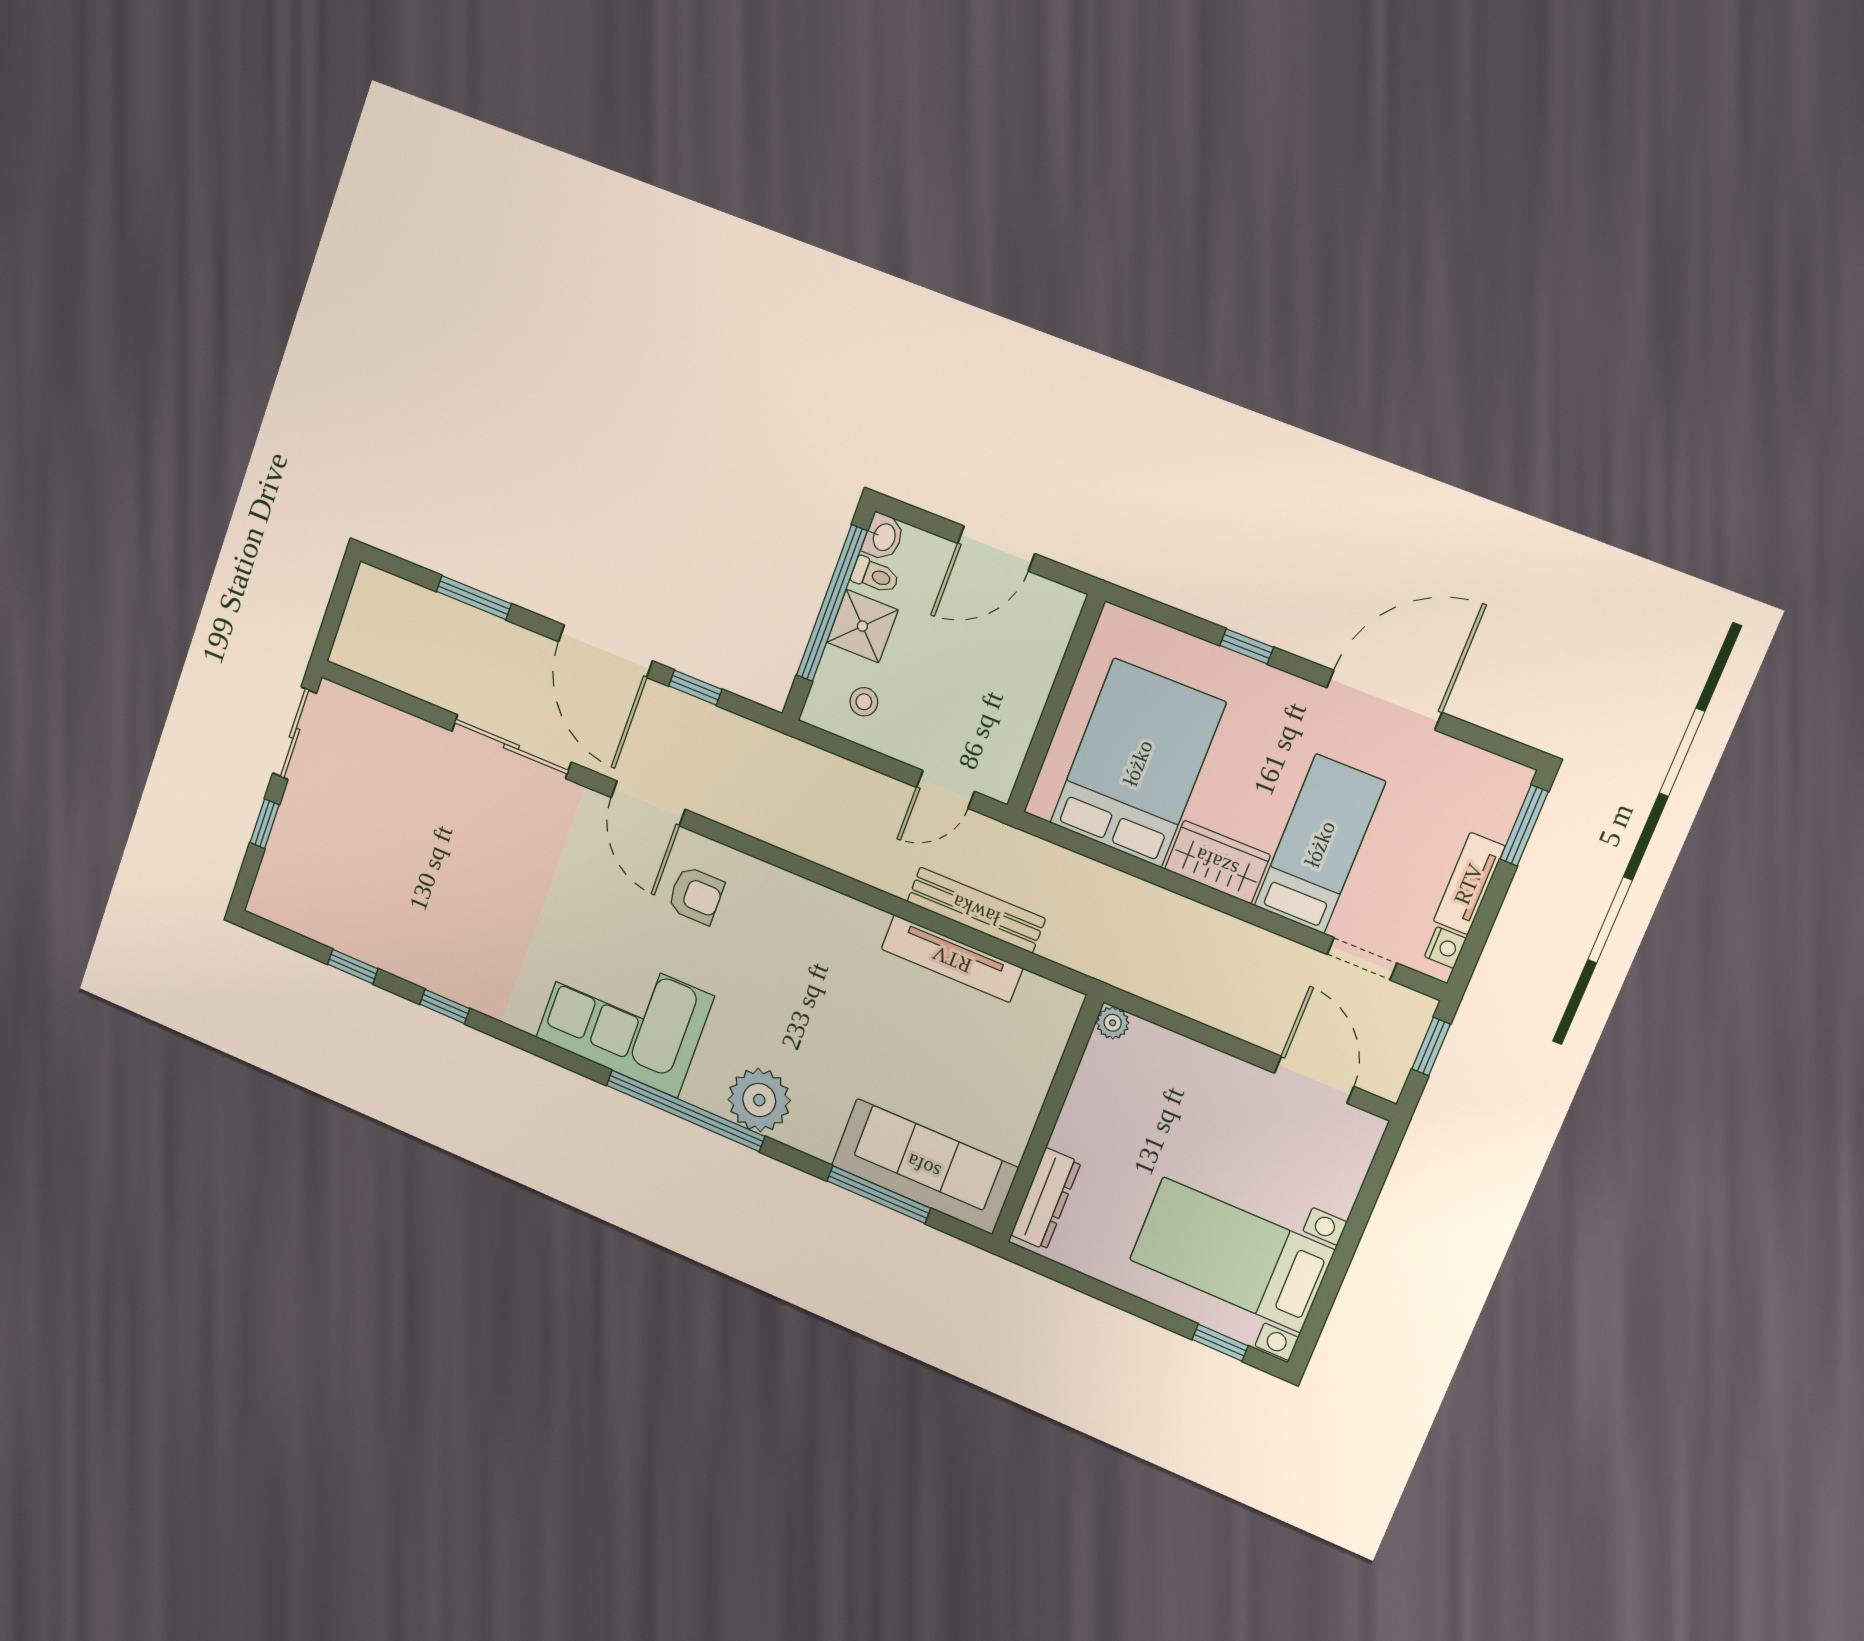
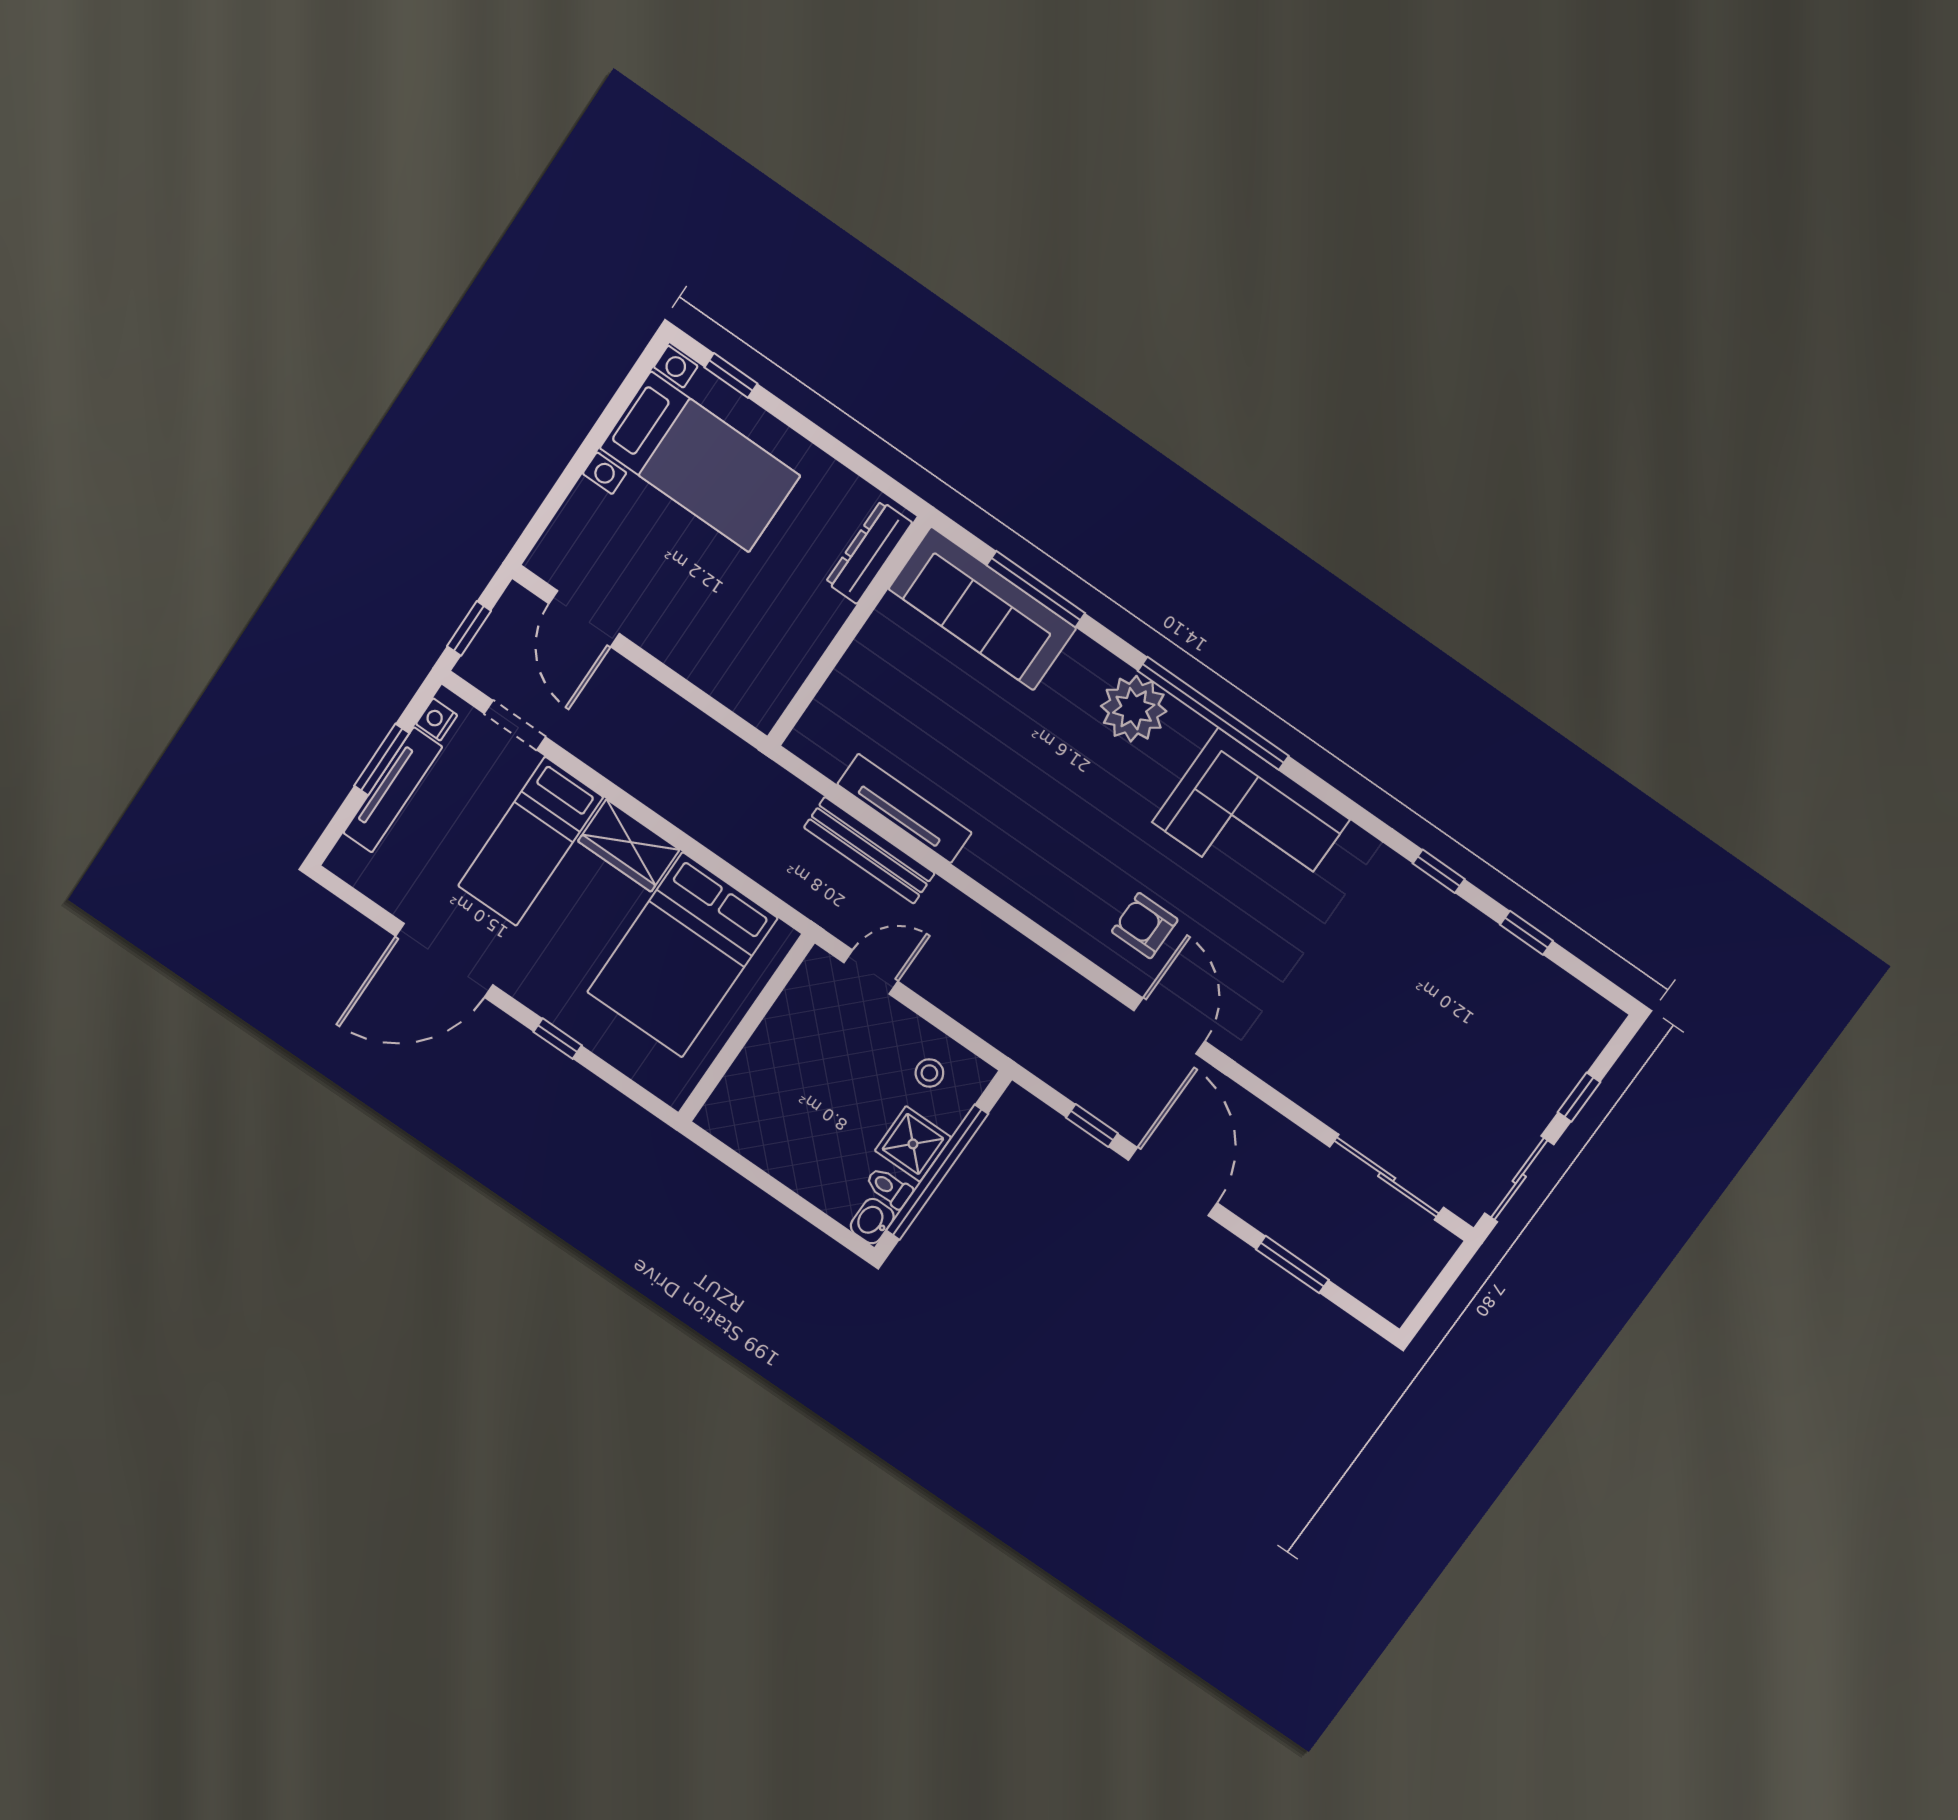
door: (996, 549) -> (768, 1184), removed
sliding door: (511, 747) -> (1387, 1177), moved
window: (1524, 825) -> (382, 759), moved
tv unit: (1469, 884) -> (393, 790), width x1.41
plant: (1113, 1023) -> (763, 713), removed

